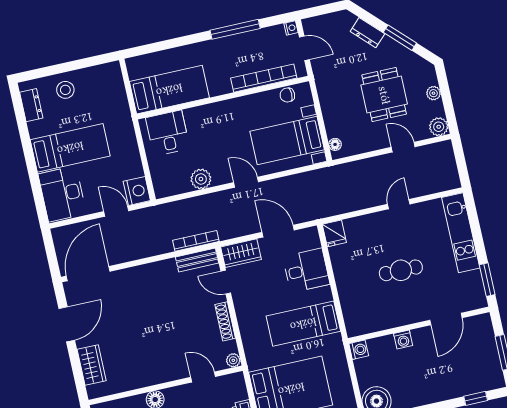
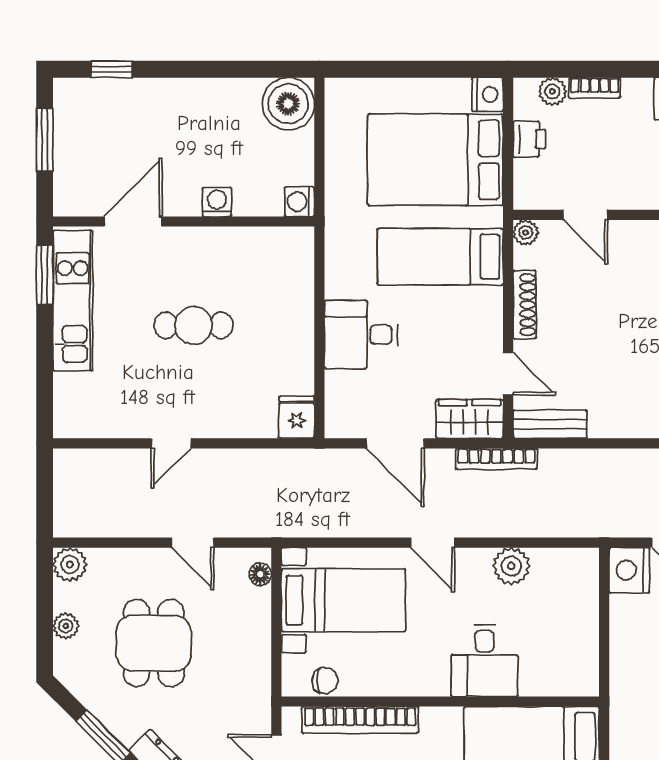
desk: (168, 133) -> (484, 661), moved
door: (403, 147) -> (193, 543), moved
kitchen unit: (461, 233) -> (73, 301), moved
bookcase: (196, 241) -> (496, 459), moved
desk: (306, 270) -> (361, 335), moved
bed: (303, 324) -> (440, 257), moved, turned 180

